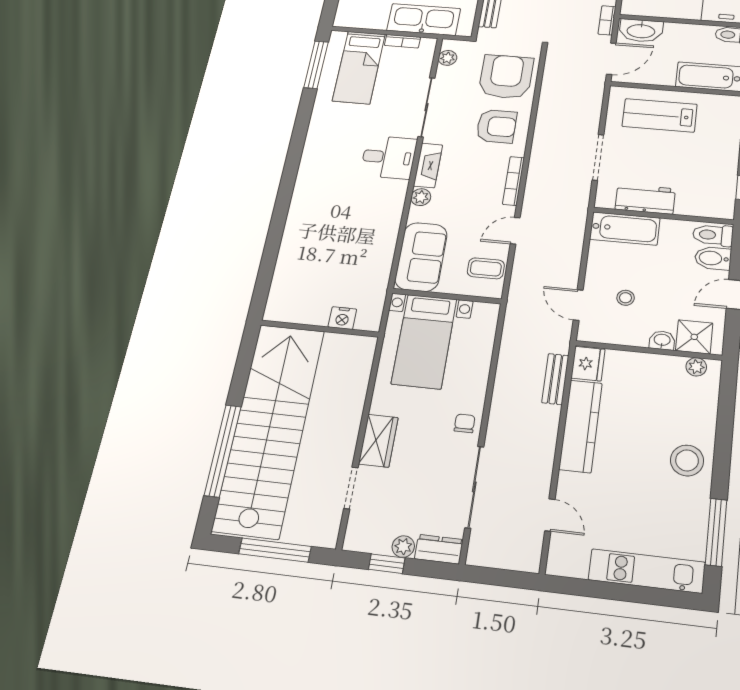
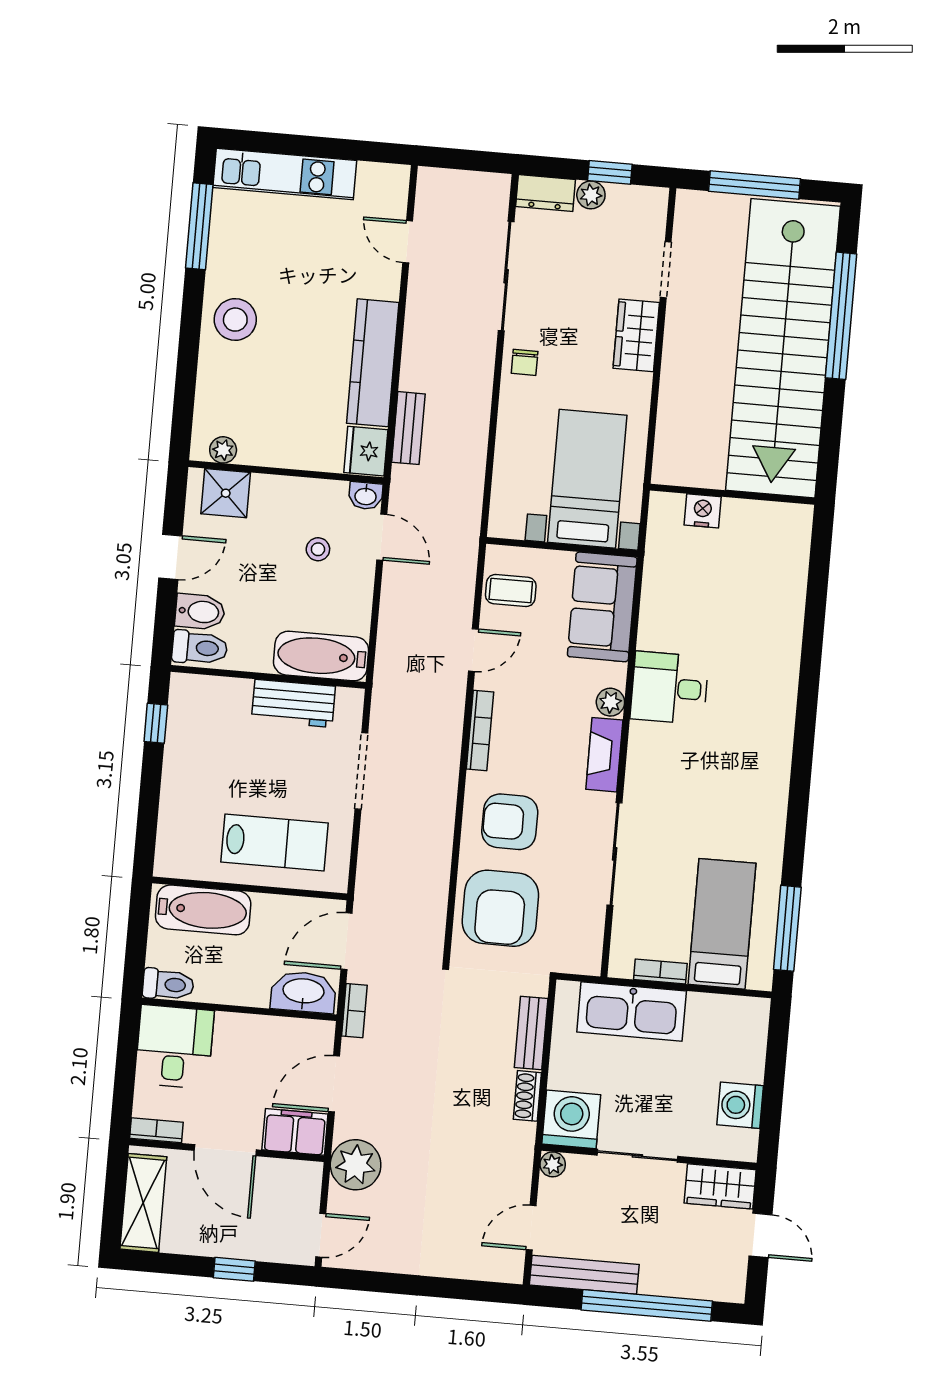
plant: (448, 58) -> (590, 941), removed
desk: (389, 157) -> (669, 688), moved
washbasin: (662, 340) -> (366, 496), moved

